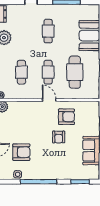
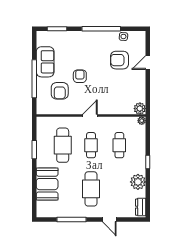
cafe table: (48, 31) -> (91, 189), width x1.37, depth x1.35
door: (49, 100) -> (90, 116), swing flipped
armchair: (66, 117) -> (60, 91), moved, turned -90

